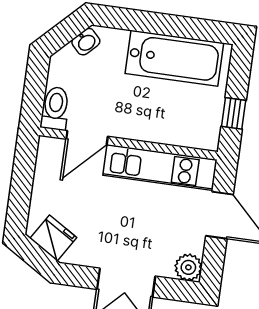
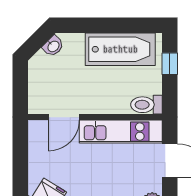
toilet: (55, 108) -> (147, 105), moved, turned -90
window: (234, 113) -> (170, 64), moved

